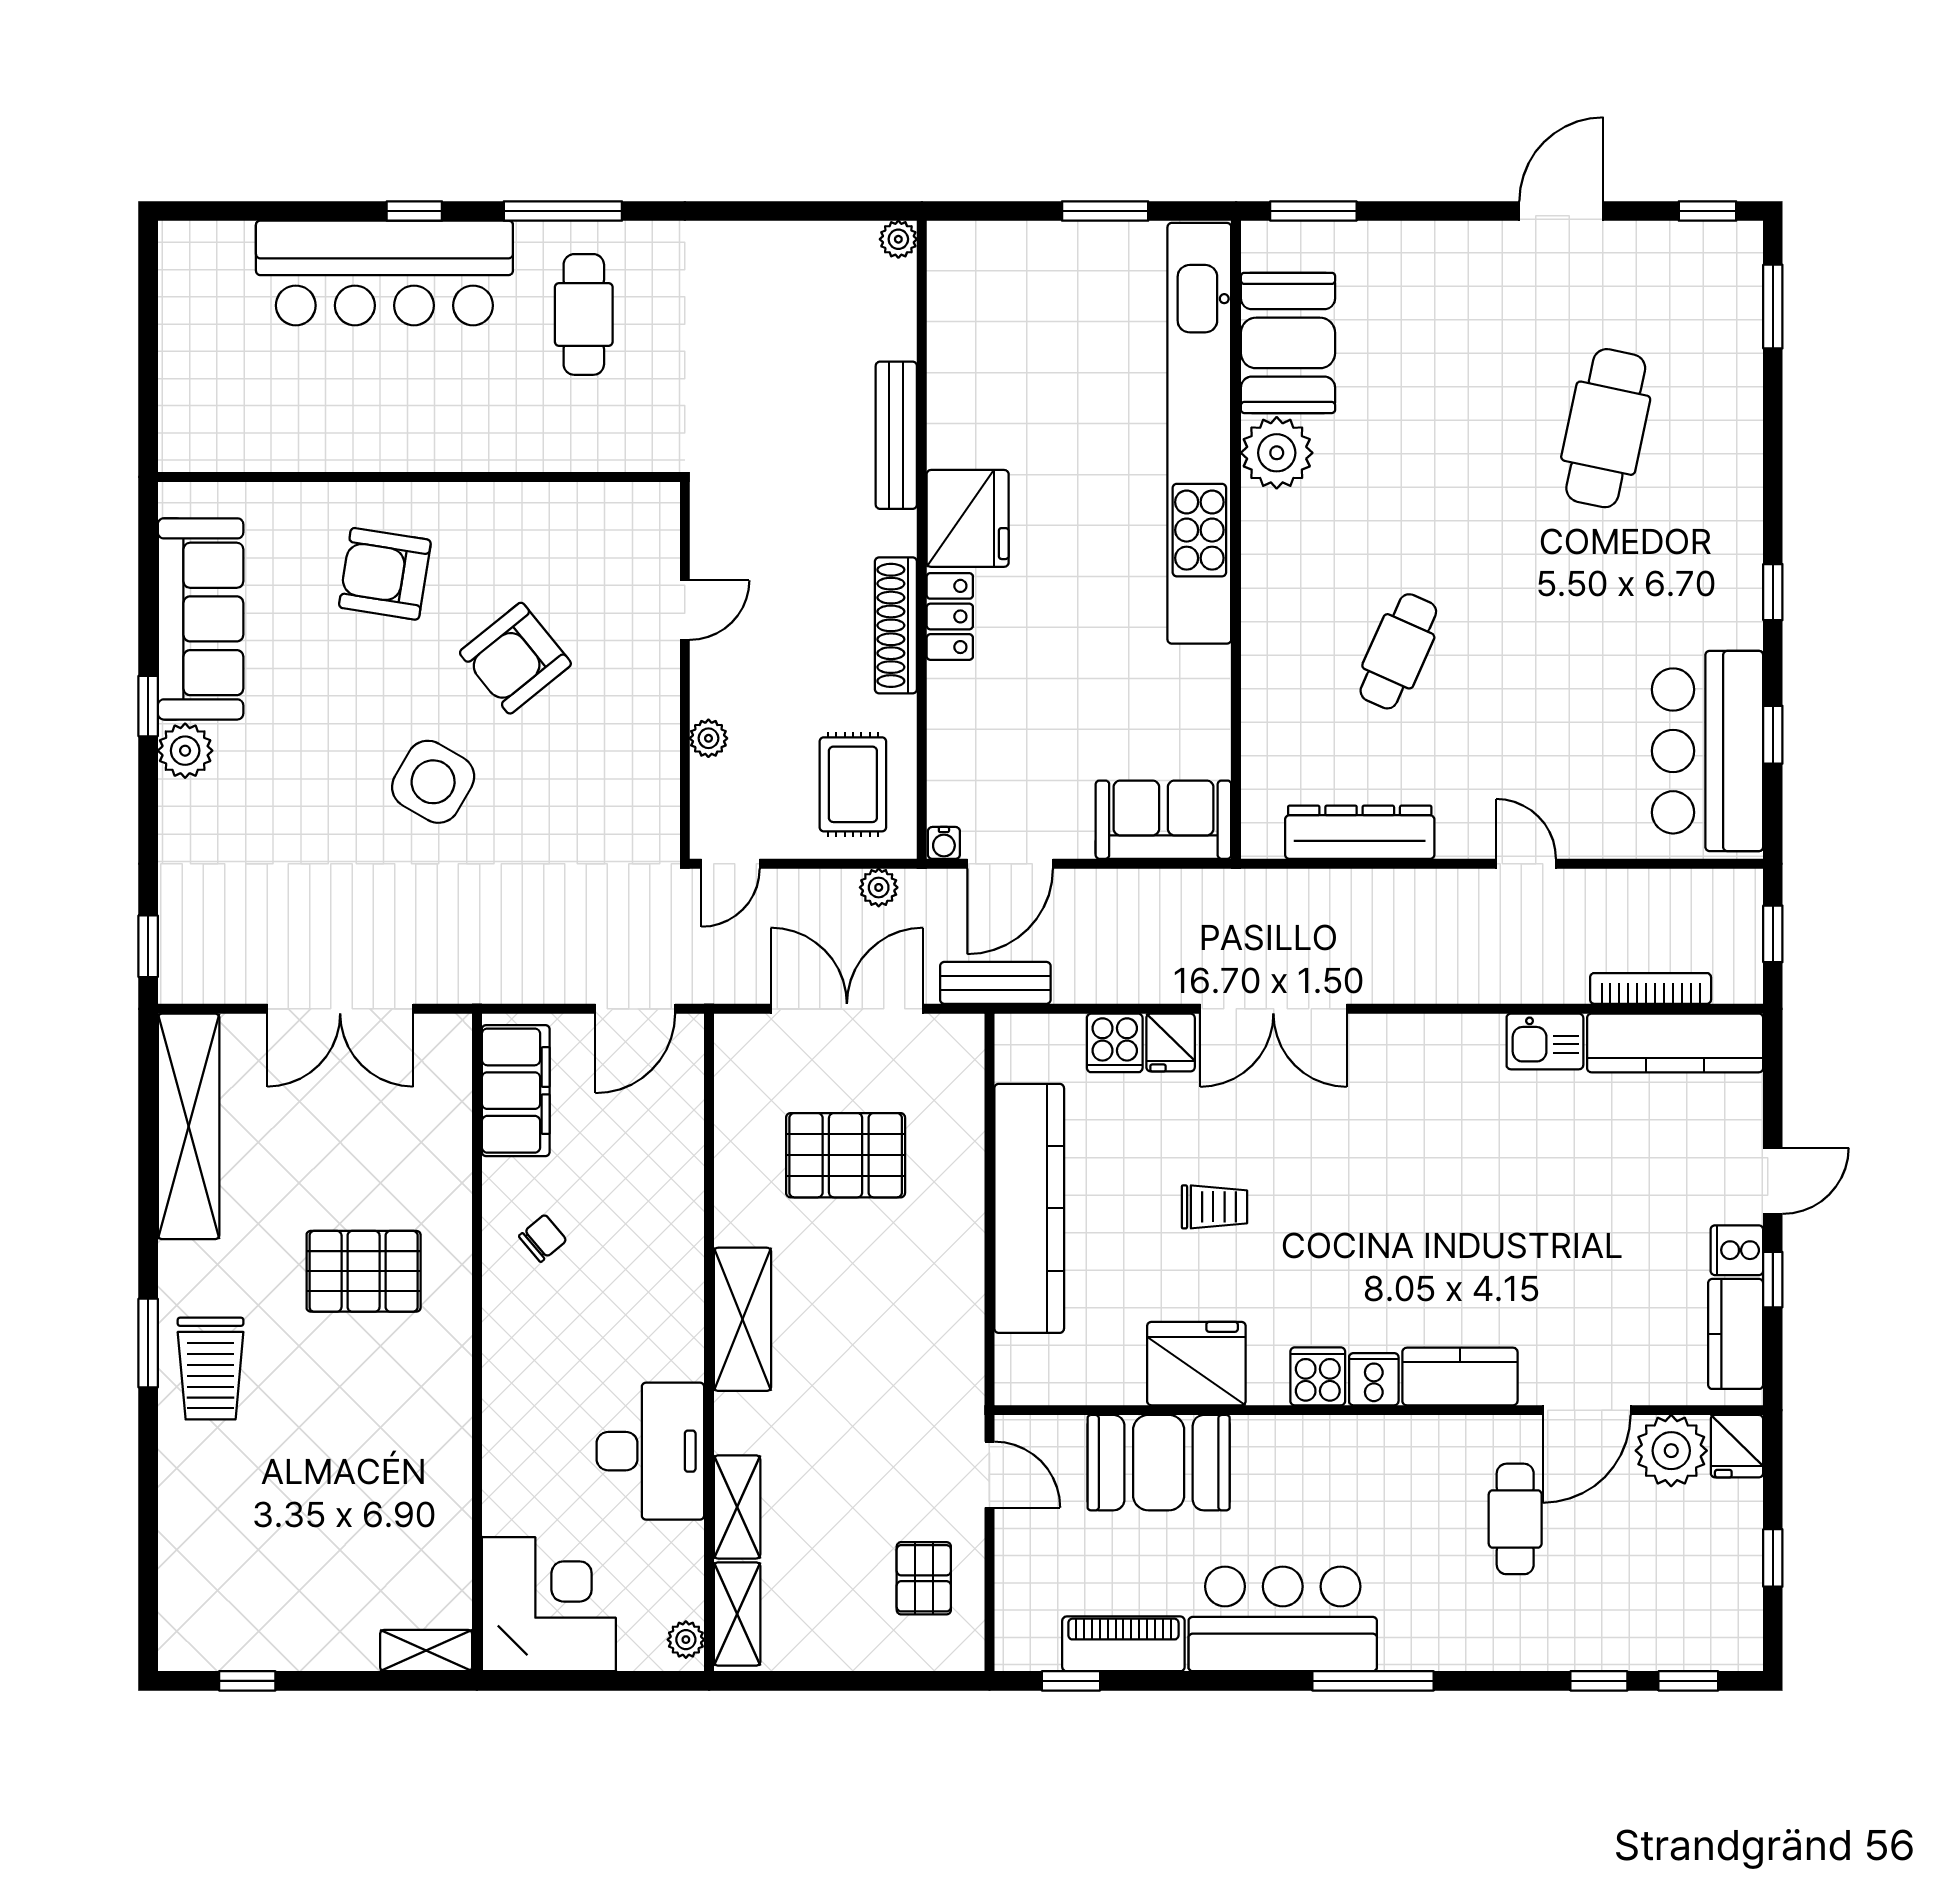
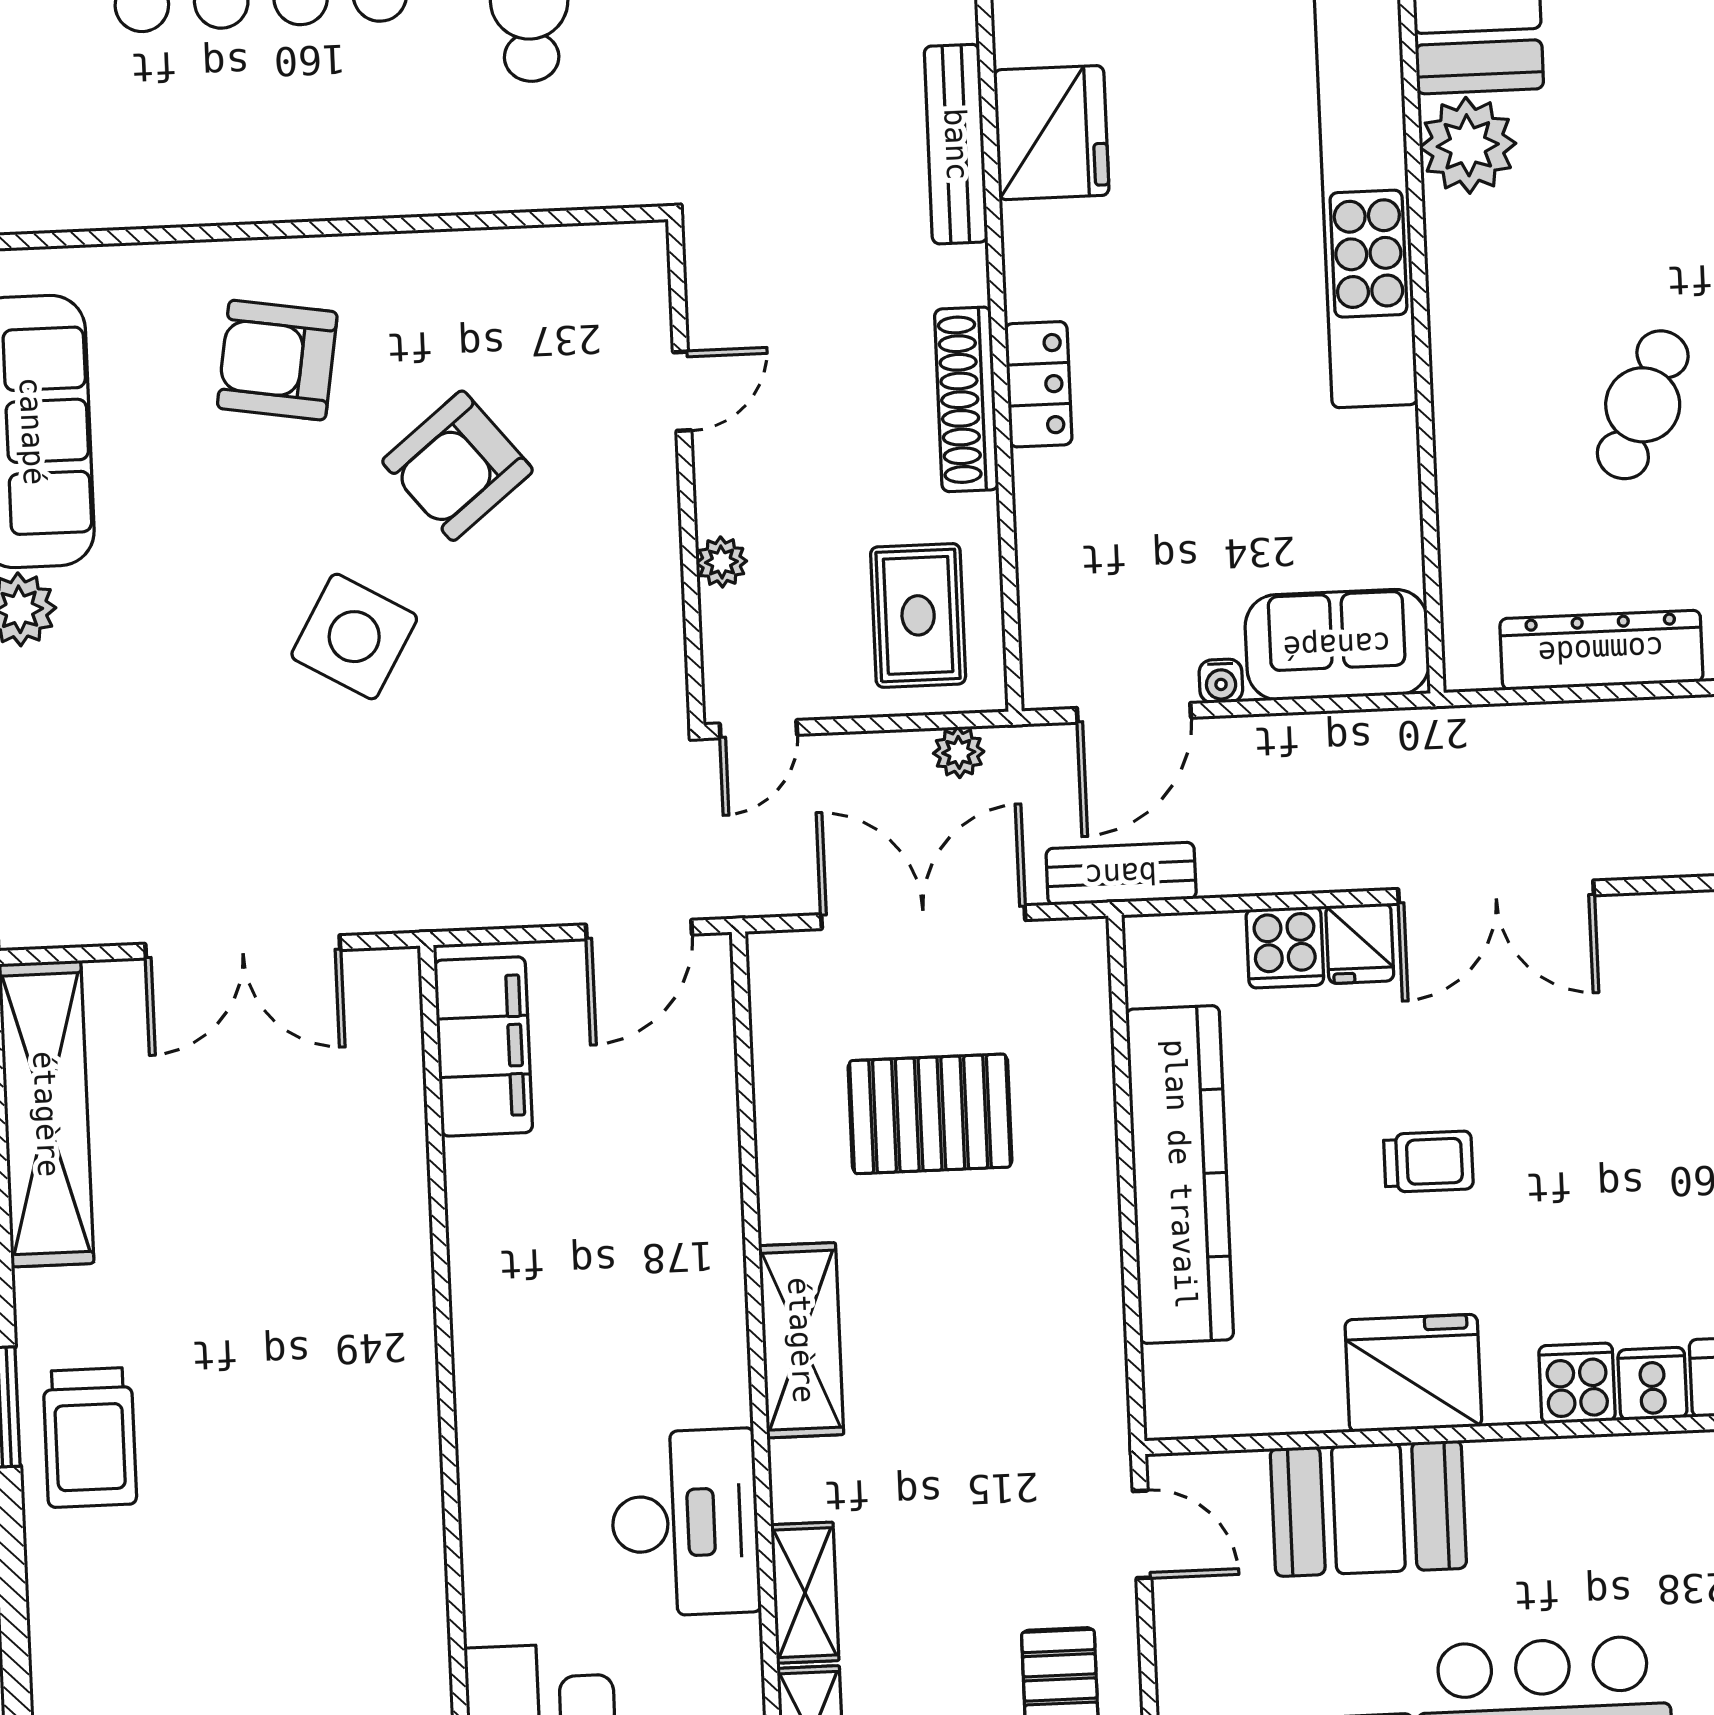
fridge: (968, 518) -> (1051, 133), moved
water cooler: (944, 843) -> (1221, 681), moved
chair: (543, 1238) -> (528, 1243), removed
pallet: (364, 1271) -> (290, 1298), removed

